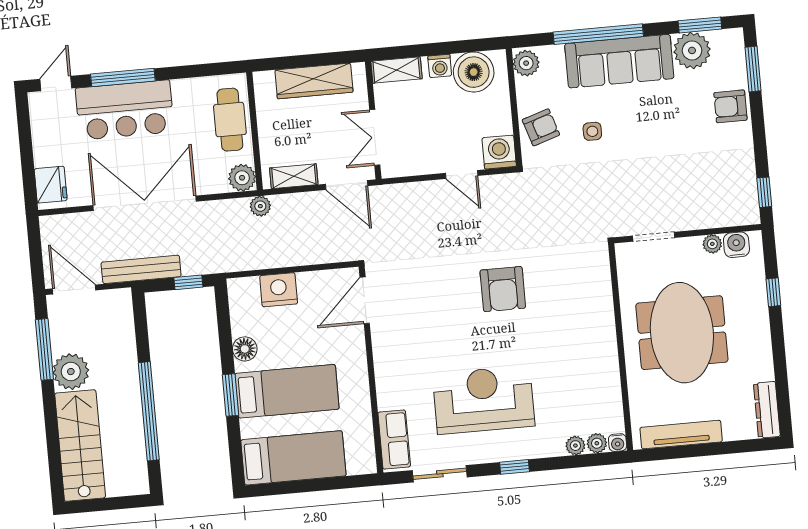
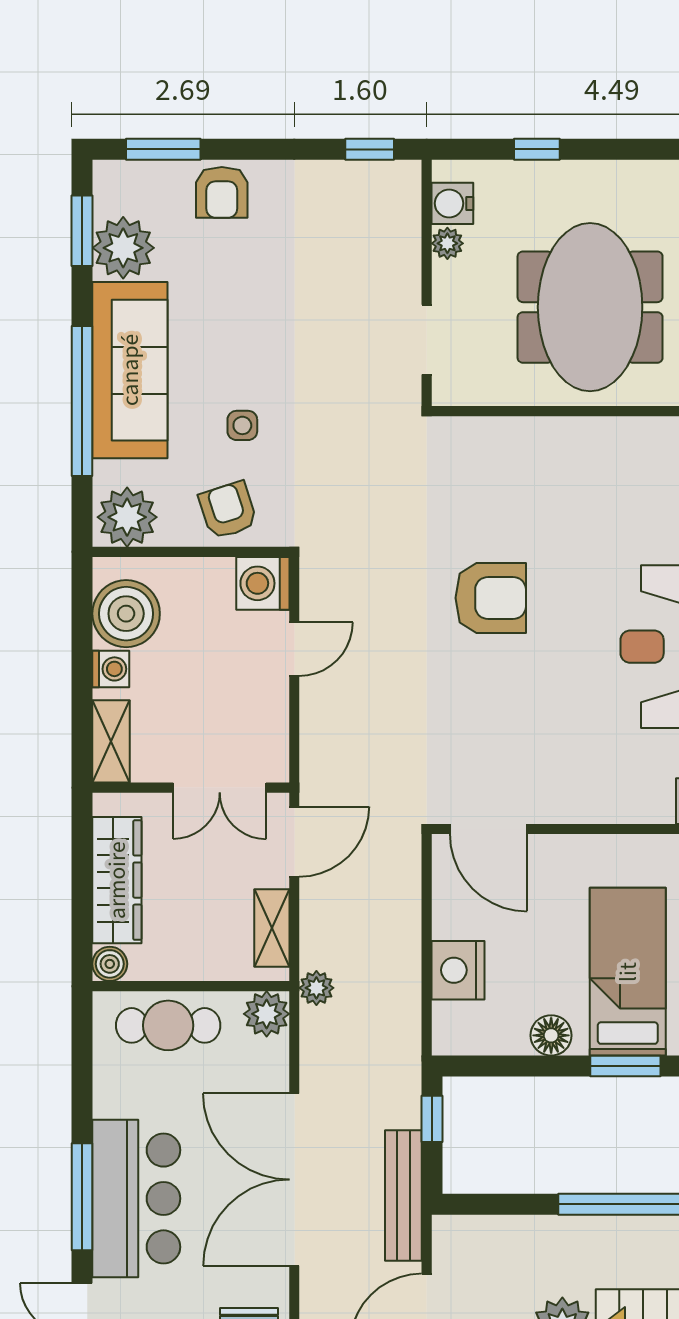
plant: (526, 63) -> (127, 517), width x1.36, depth x1.36
boiler: (263, 81) -> (110, 964), added
meeting table: (682, 333) -> (590, 307), turned 90

